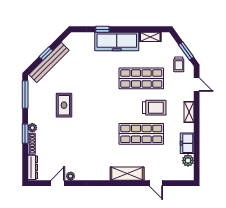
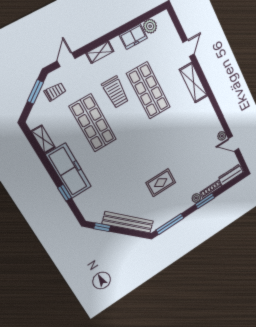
window: (46, 54) -> (102, 227), moved
trolley: (154, 108) -> (115, 92), turned 180

